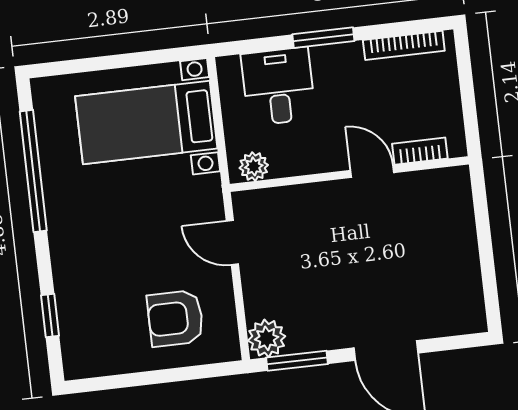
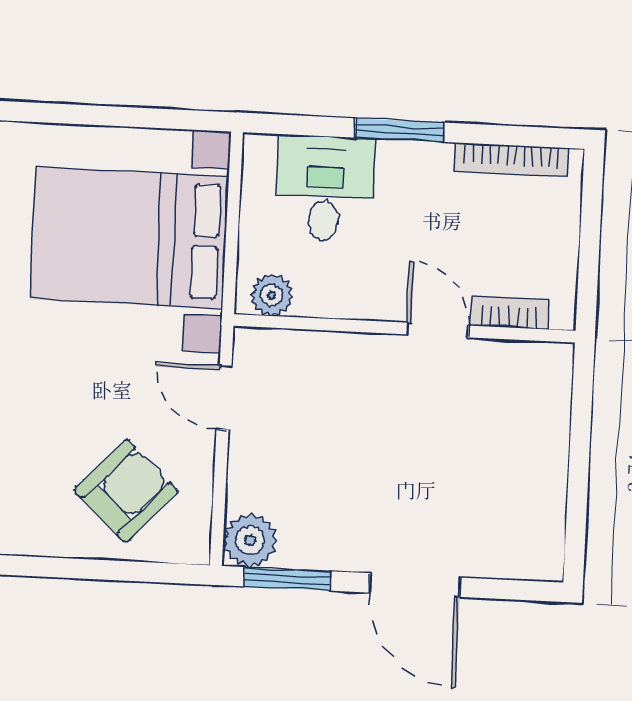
bed with nightstands: (146, 122) -> (129, 238), width x1.36
armchair: (175, 318) -> (126, 491), turned 133

